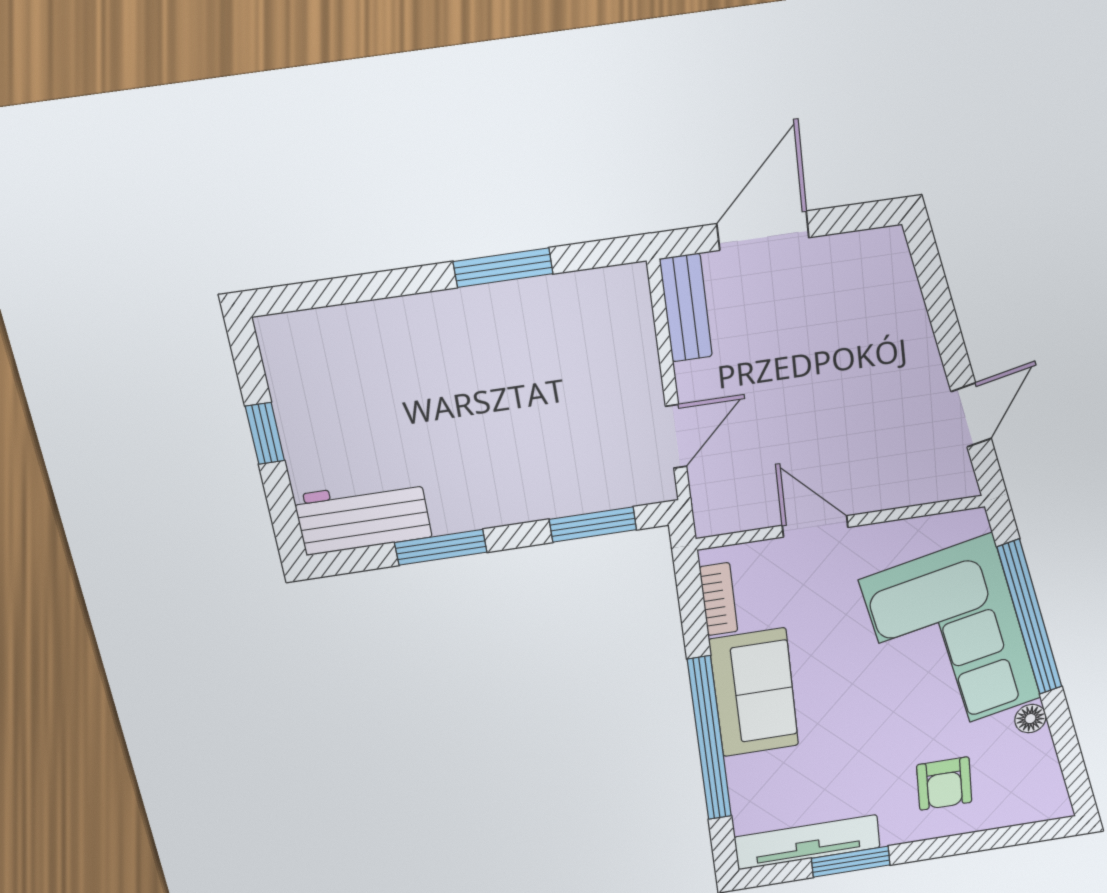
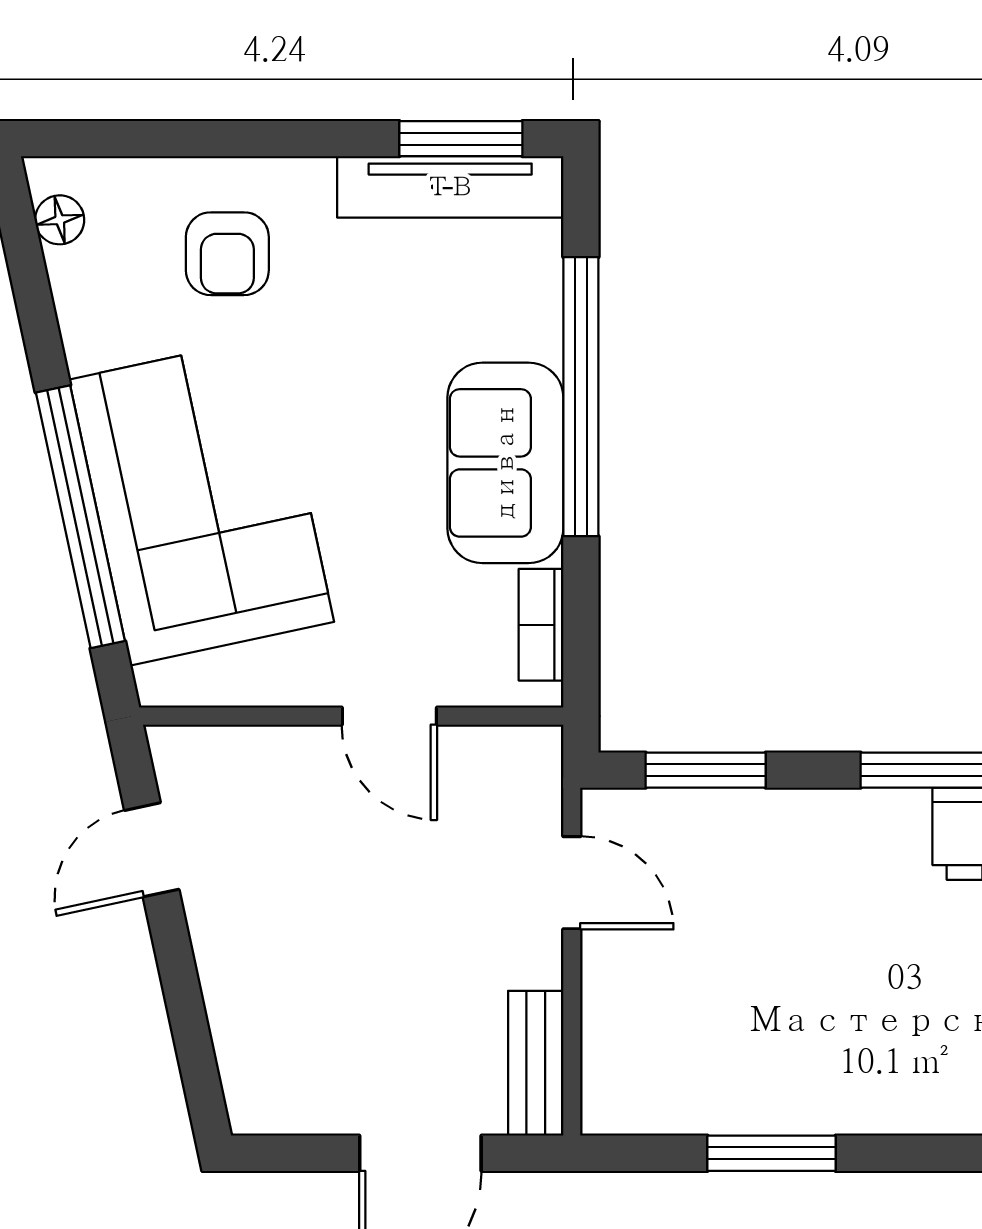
door: (676, 436) -> (572, 883), swing flipped
floor lamp: (1030, 719) -> (60, 220), moved
armchair: (944, 784) -> (227, 254), turned 180
window: (851, 862) -> (461, 139), moved

